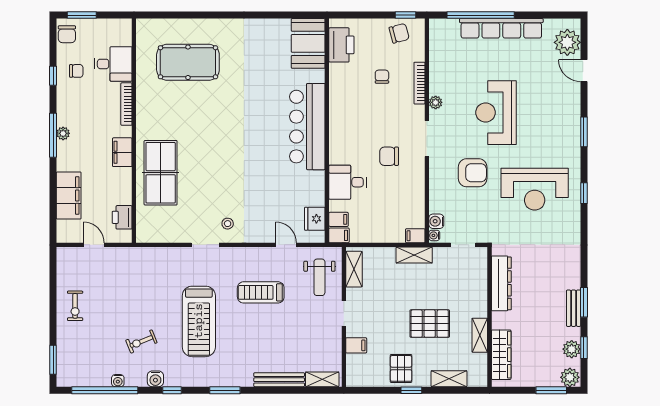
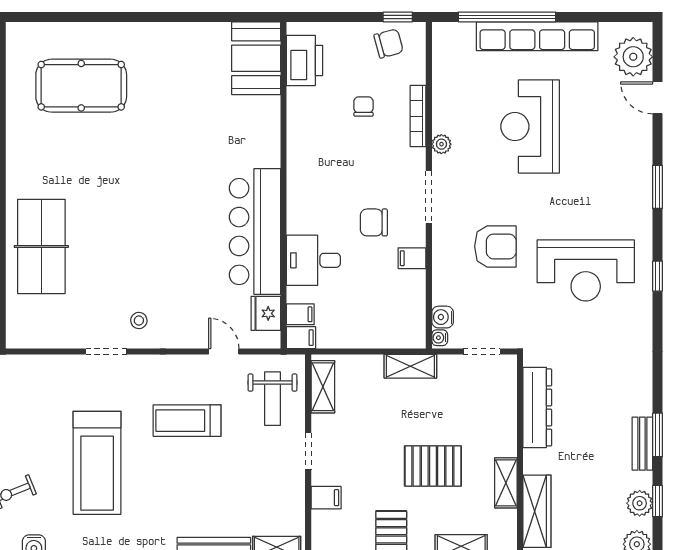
reception desk: (496, 113) -> (530, 127), moved
bar counter: (307, 127) -> (255, 232), moved
filing cabinet: (415, 236) -> (412, 258), moved

